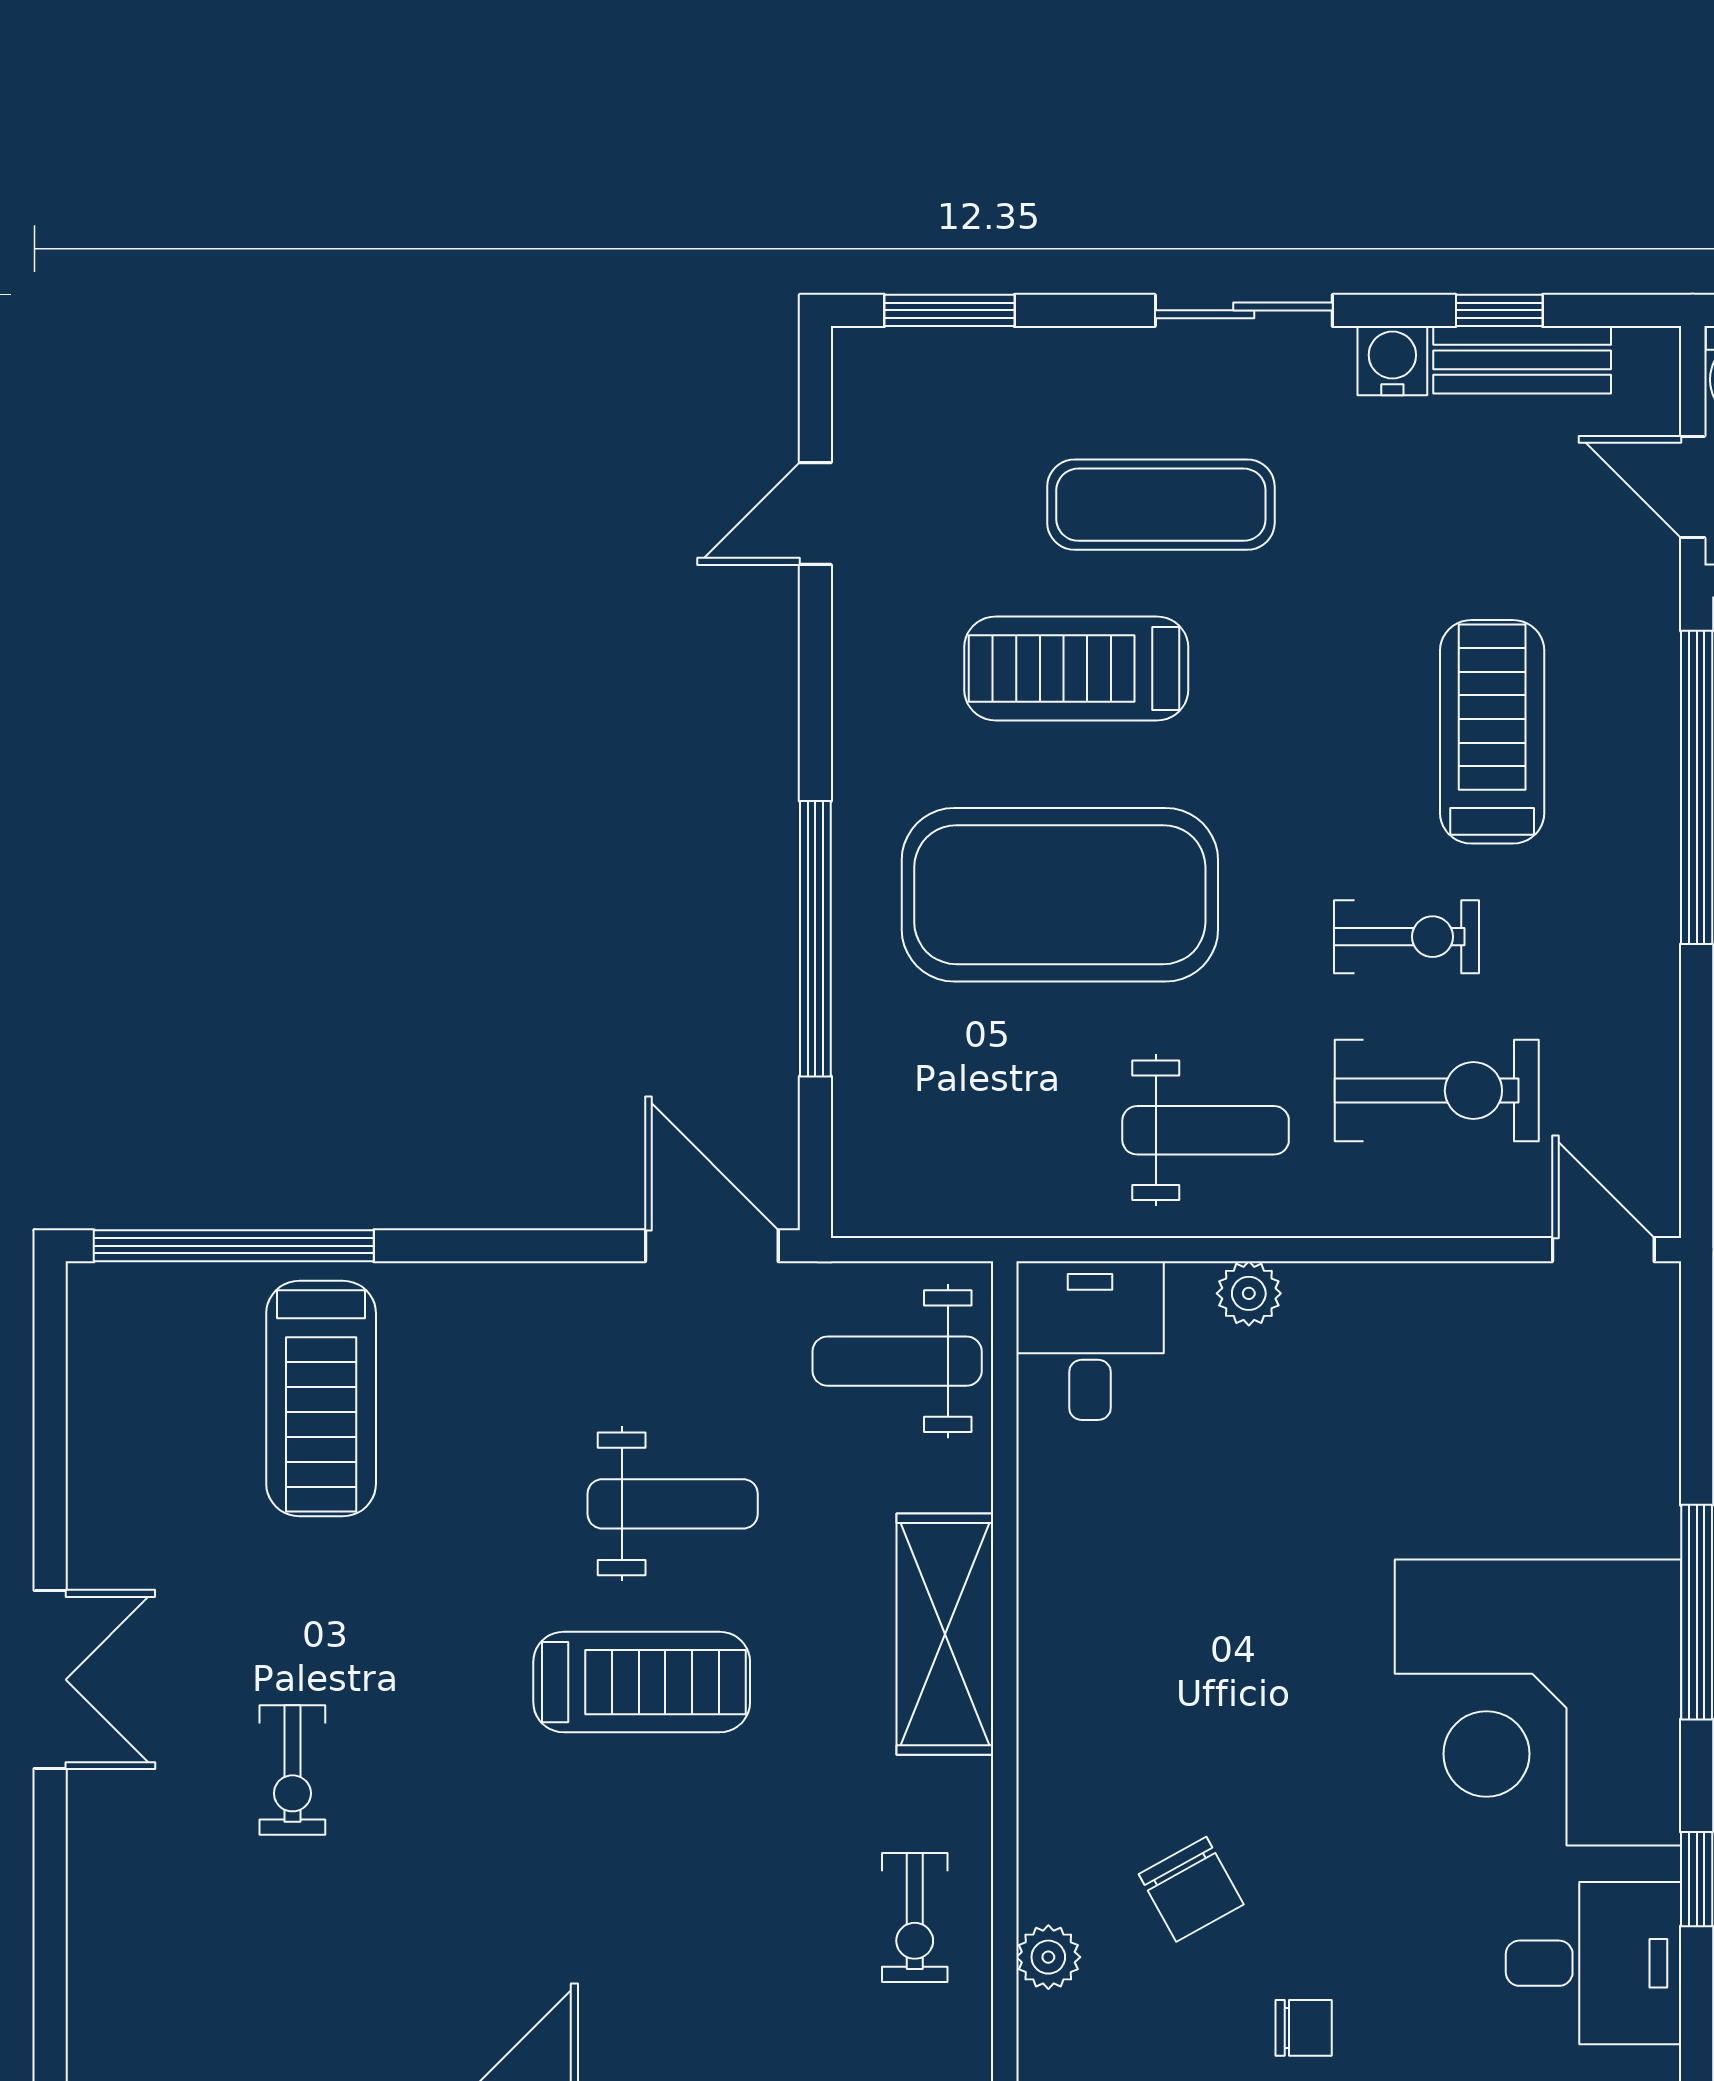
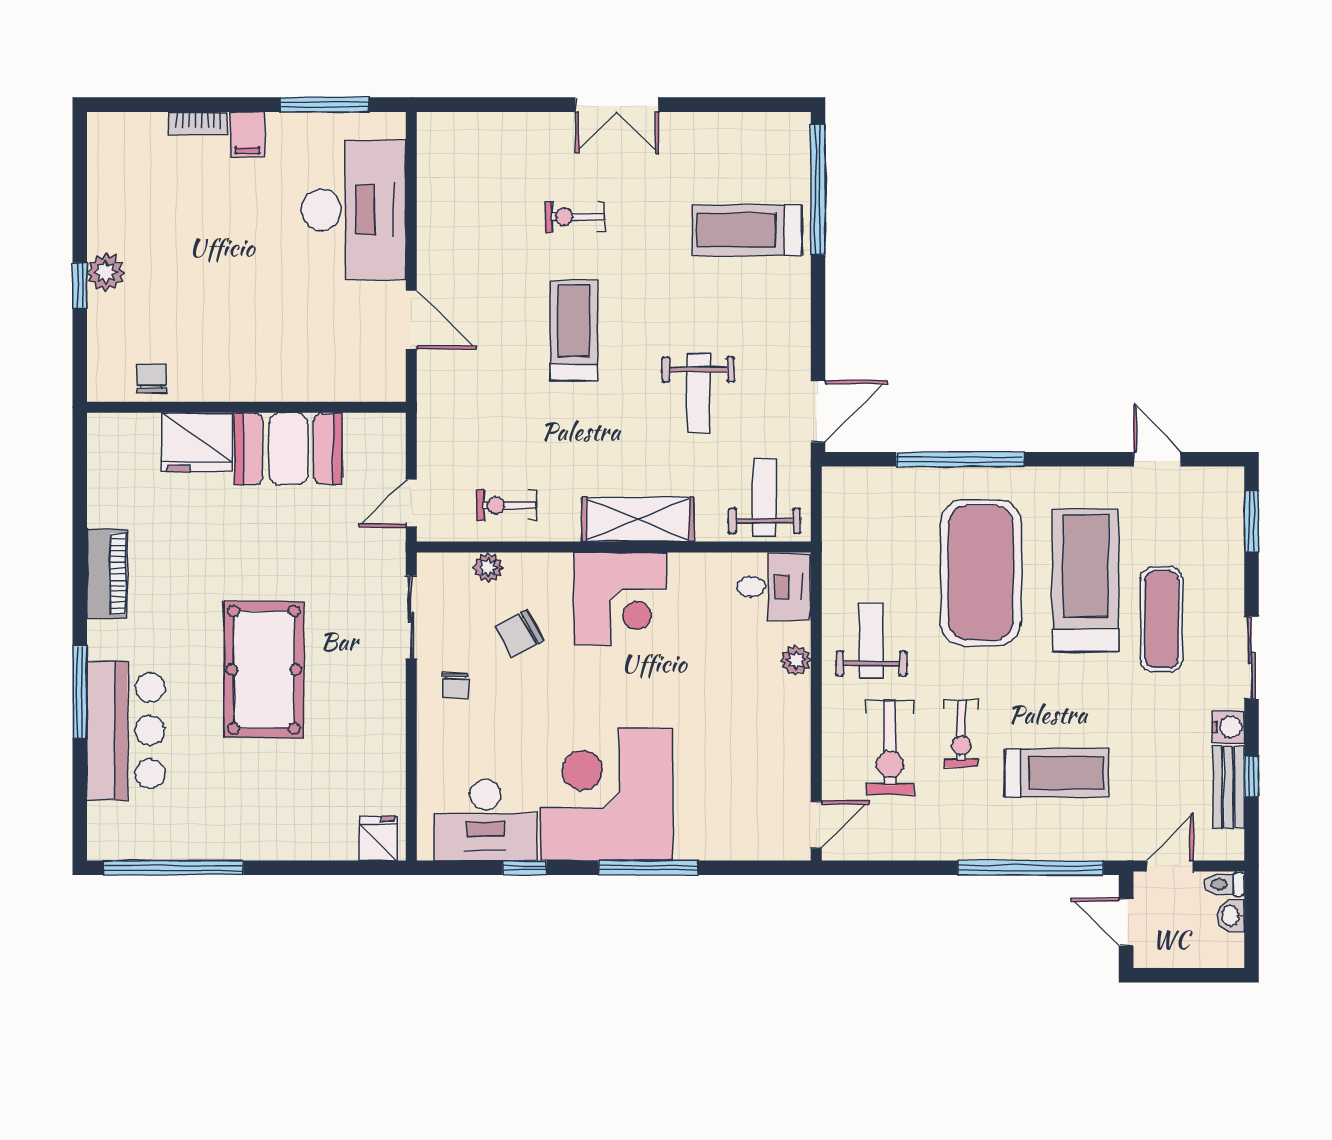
treadmill: (1076, 668) -> (1086, 580), width x1.37, depth x1.38
weight bench: (1206, 1130) -> (871, 640), turned 180
corner desk: (1116, 1672) -> (620, 599), added
treadmill: (642, 1682) -> (574, 330), moved, turned 180
desk: (1594, 1963) -> (485, 820), width x1.37

